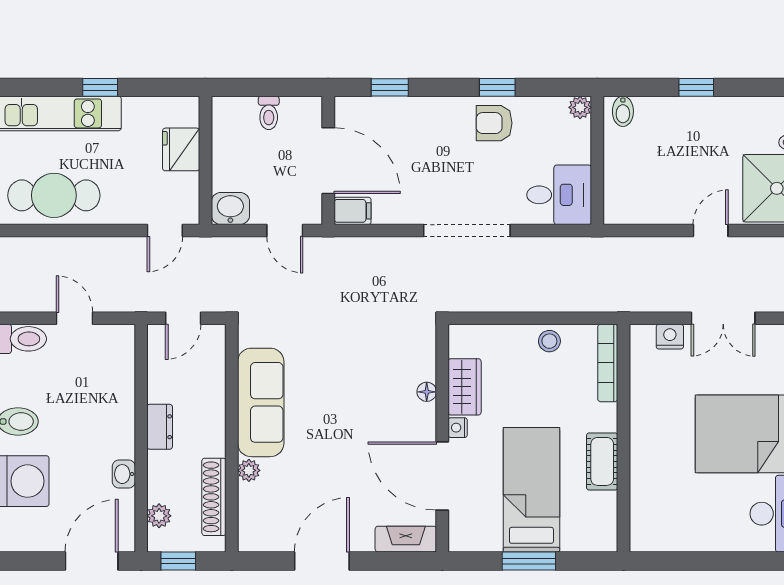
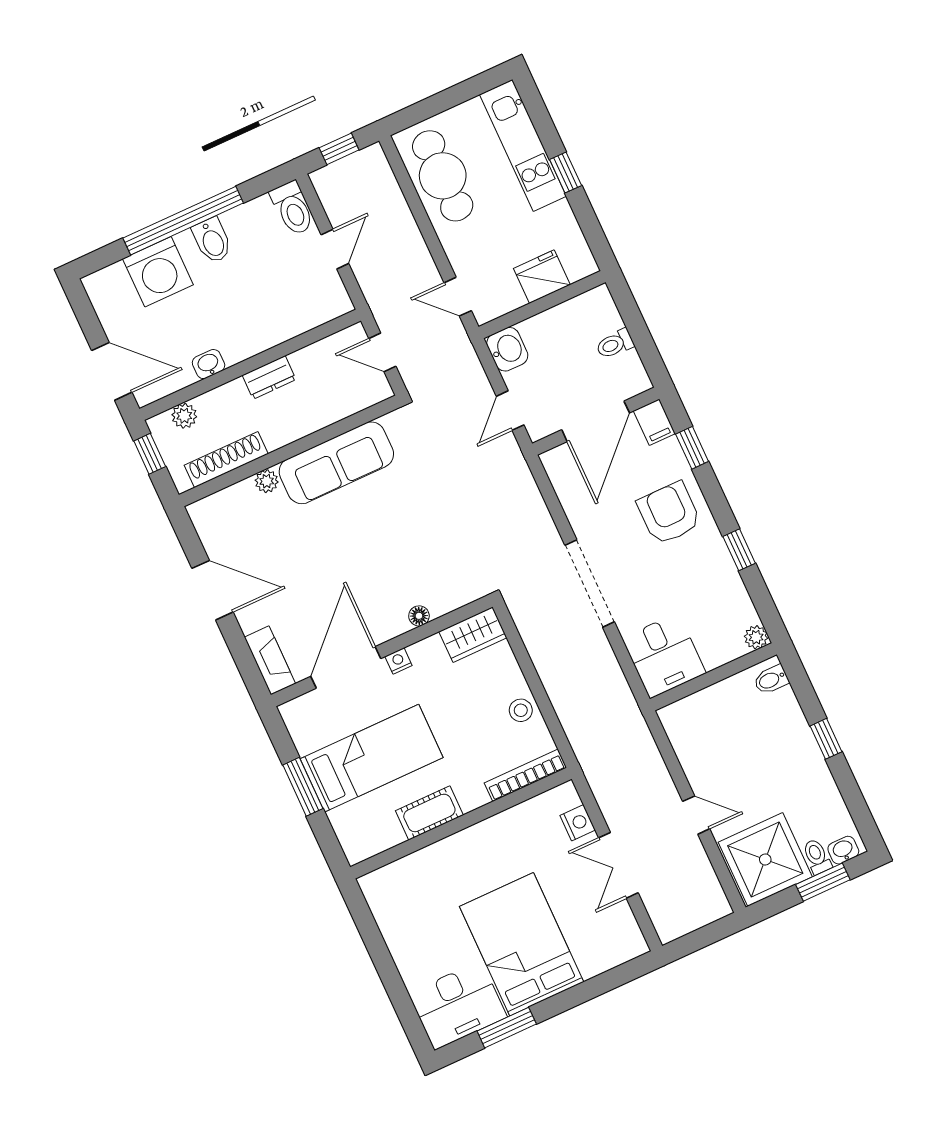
armchair: (494, 123) -> (669, 513), moved, width x1.38, depth x1.38
filing cabinet: (353, 211) -> (654, 422), moved
wardrobe: (465, 387) -> (473, 635), moved

